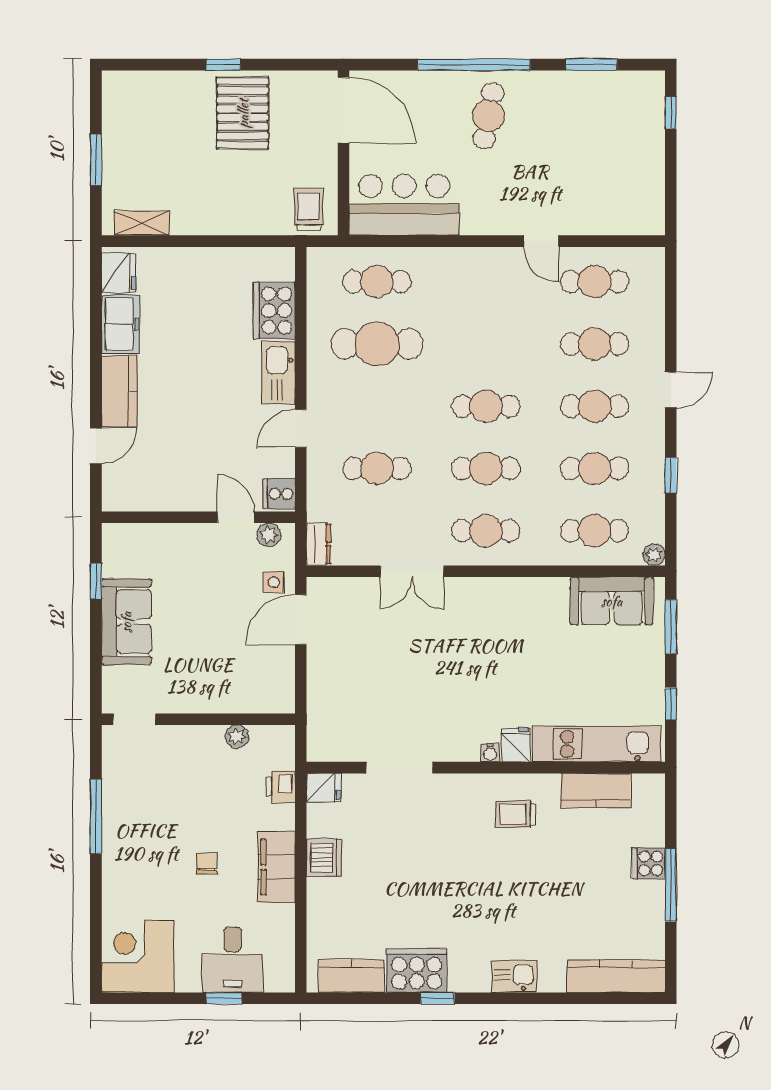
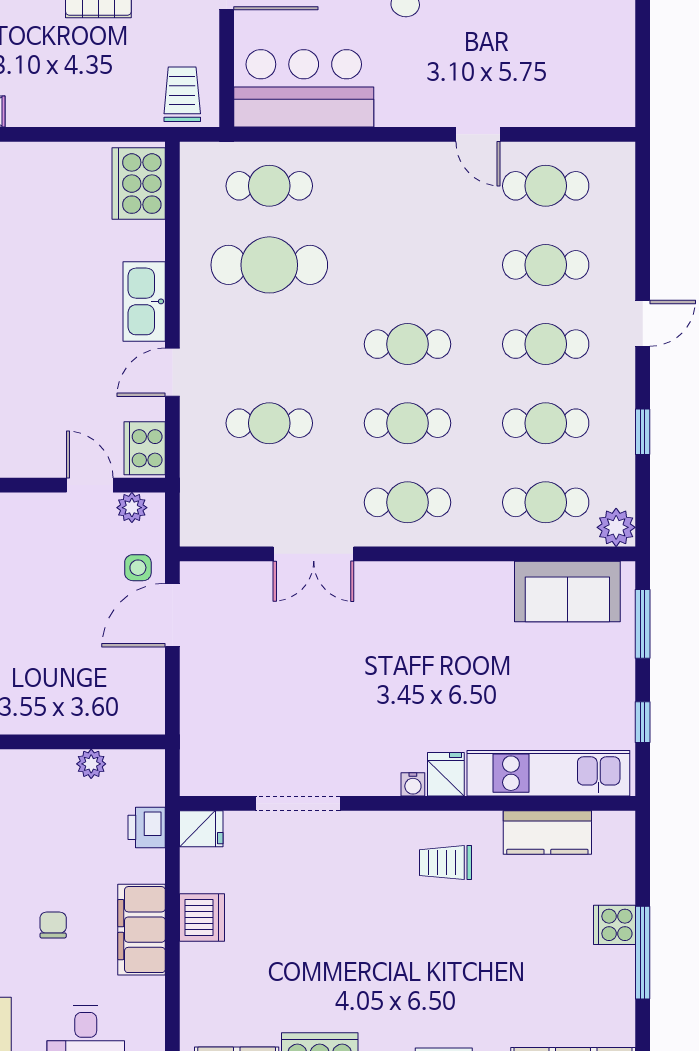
cooker: (274, 311) -> (139, 184), moved
cooker: (279, 494) -> (145, 448), width x1.36
dresser: (319, 544) -> (195, 519), removed
plant: (654, 555) -> (616, 527), width x1.38, depth x1.38

